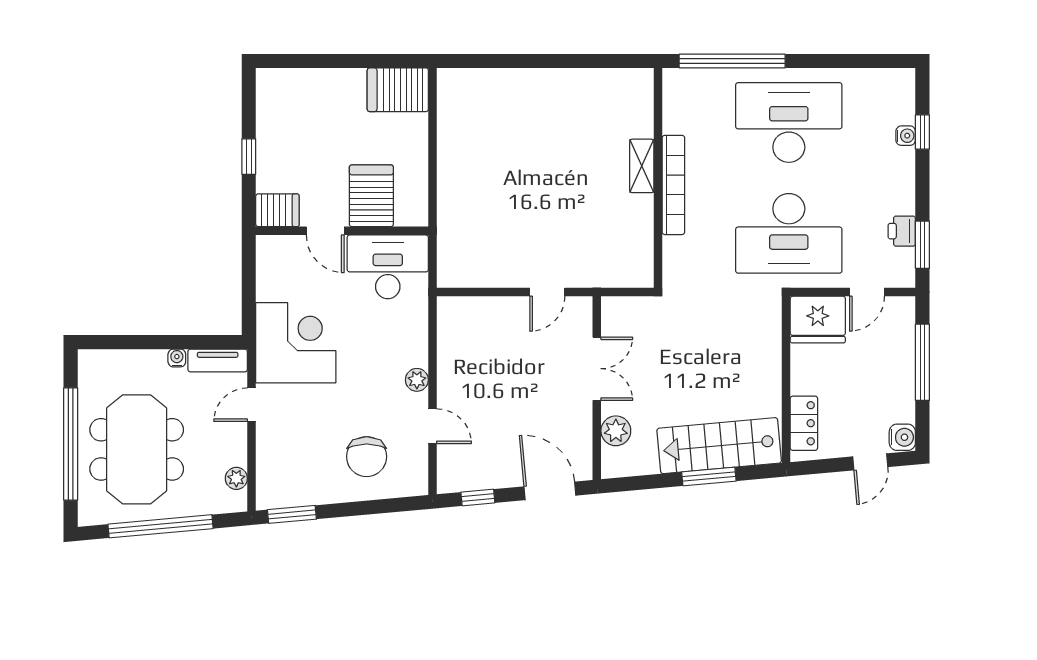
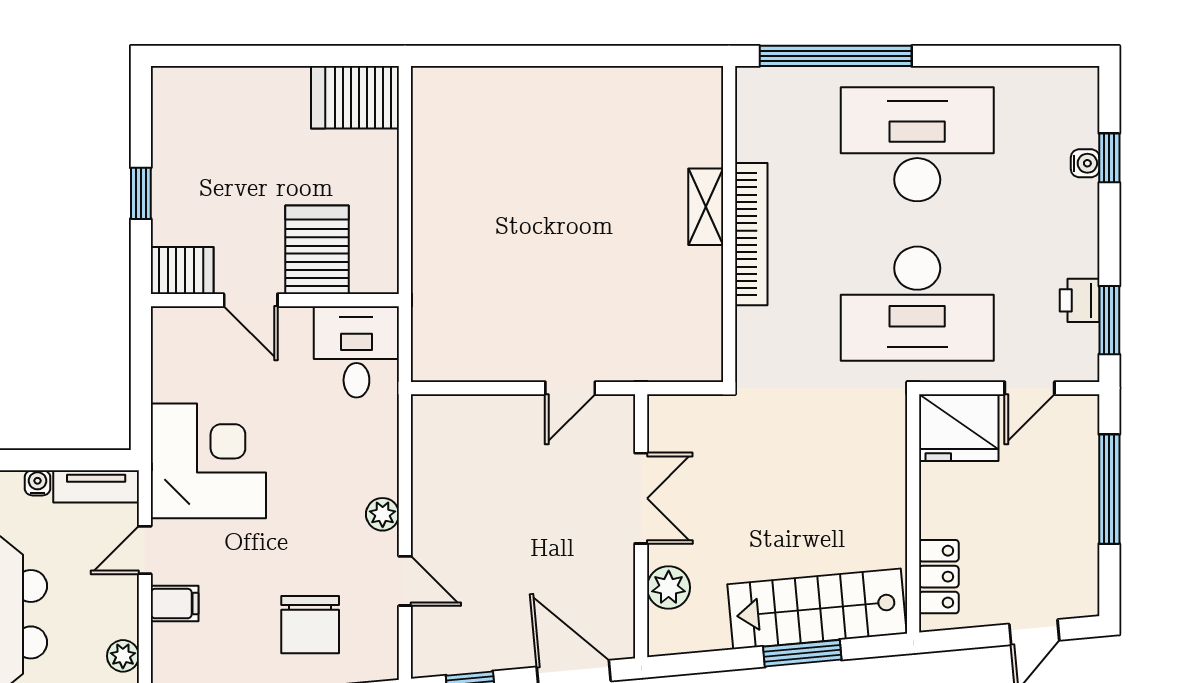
desk: (388, 267) -> (356, 352), width x0.73
water cooler: (902, 437) -> (1080, 597), removed
filing cabinet: (272, 442) -> (175, 604), added

